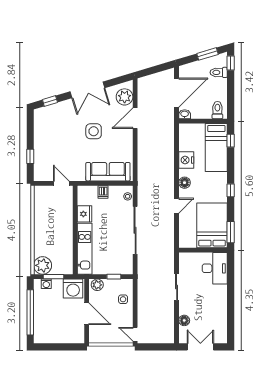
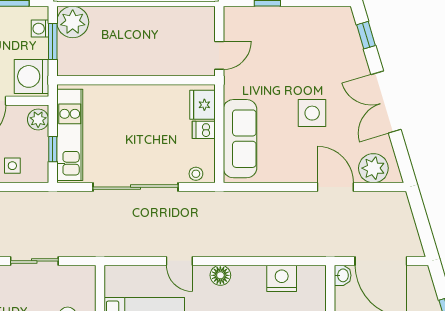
nightstand: (186, 160) -> (282, 278), moved
fridge: (85, 214) -> (202, 105), moved, turned 90
kitchen unit: (85, 249) -> (70, 135), moved, turned -90

